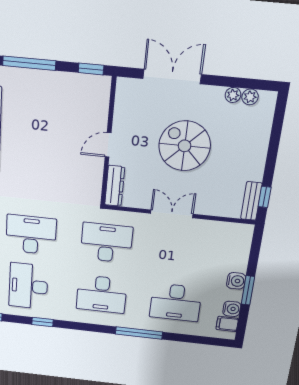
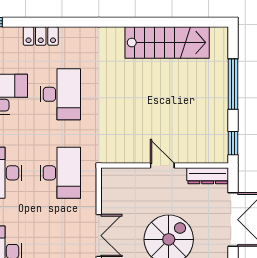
dresser: (115, 186) -> (208, 176), moved

